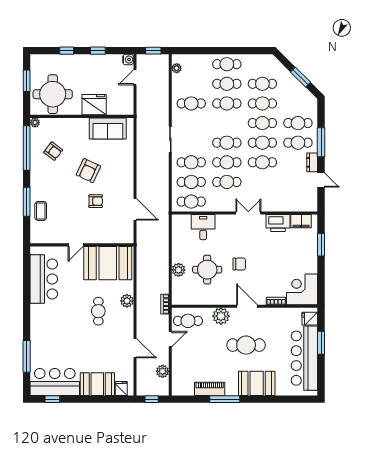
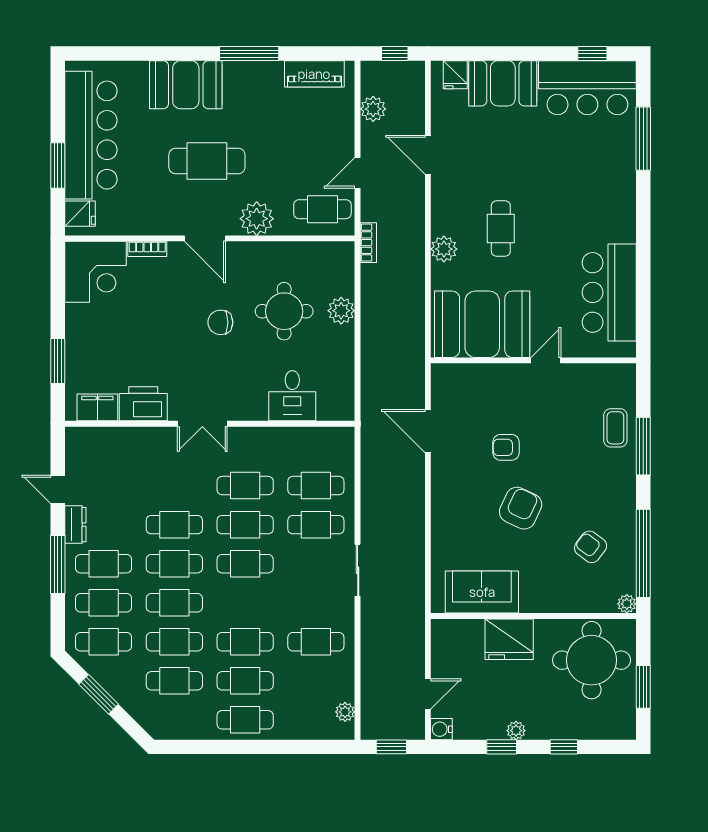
plant: (91, 59) -> (516, 731), added
cafe table: (191, 202) -> (104, 642), moved
piano: (210, 389) -> (314, 74), moved

